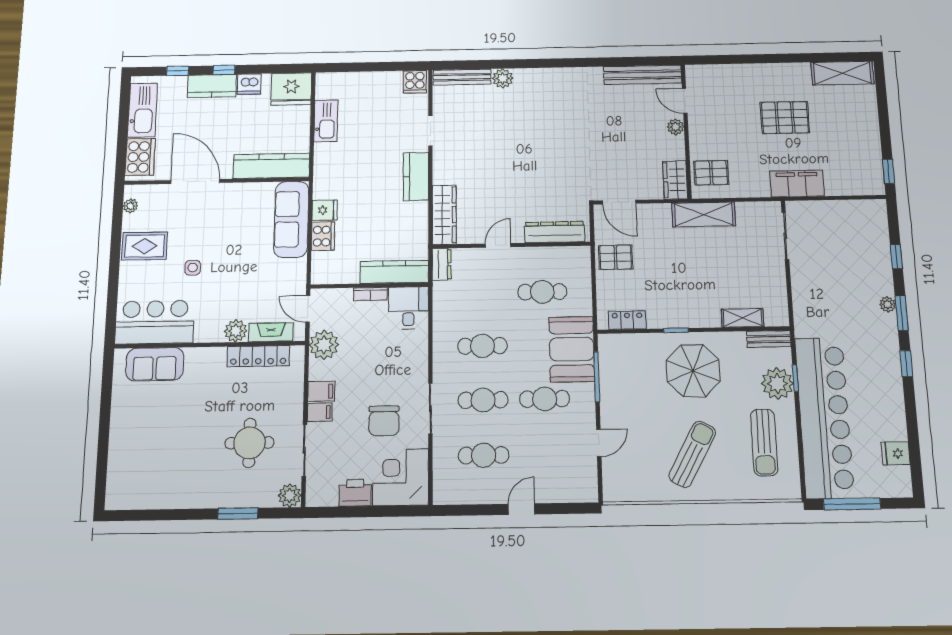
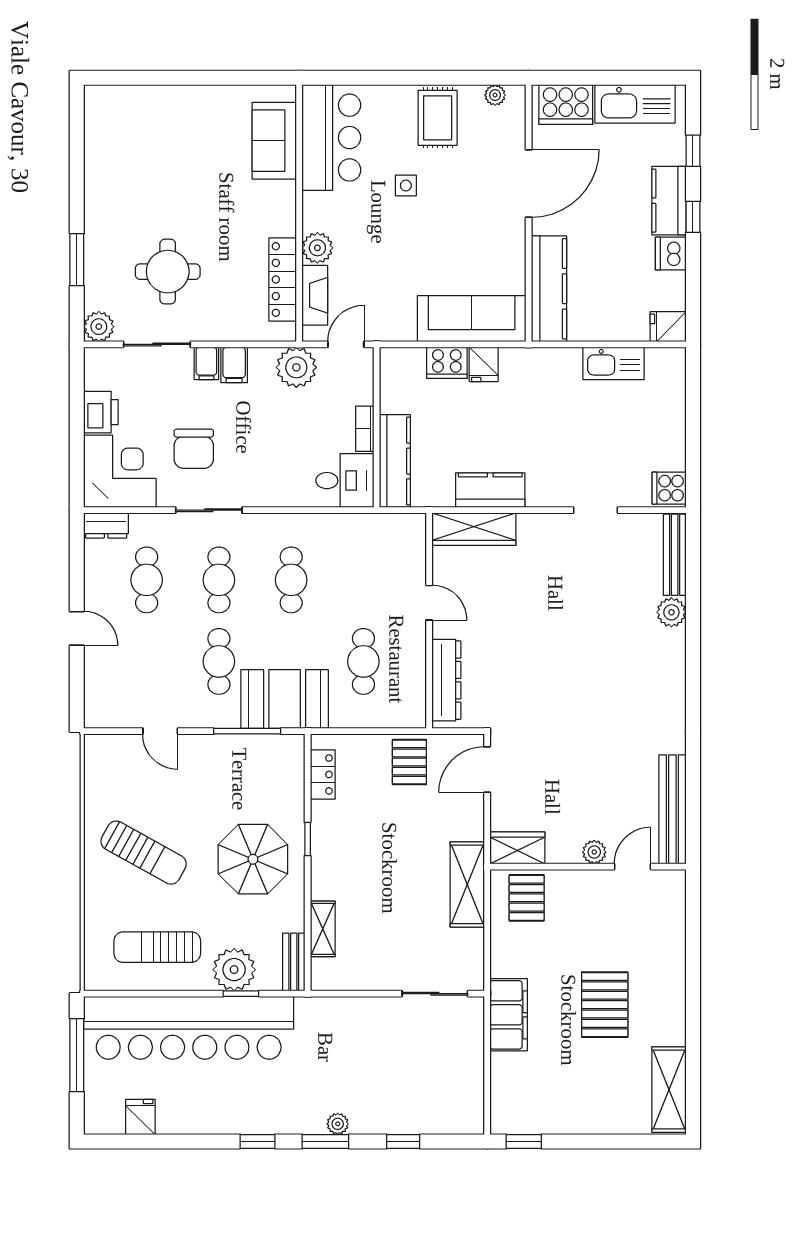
fridge: (291, 89) -> (668, 327), width x0.53, depth x0.75
kitchen counter: (416, 177) -> (490, 490), moved
dresser: (442, 264) -> (106, 526), moved
chair: (384, 421) -> (194, 449), turned -90

